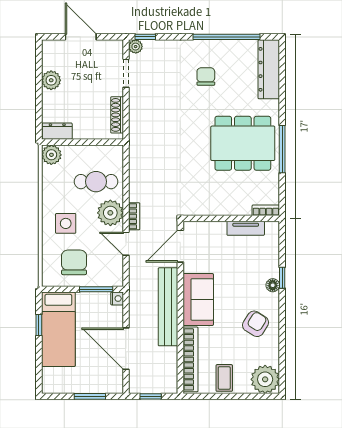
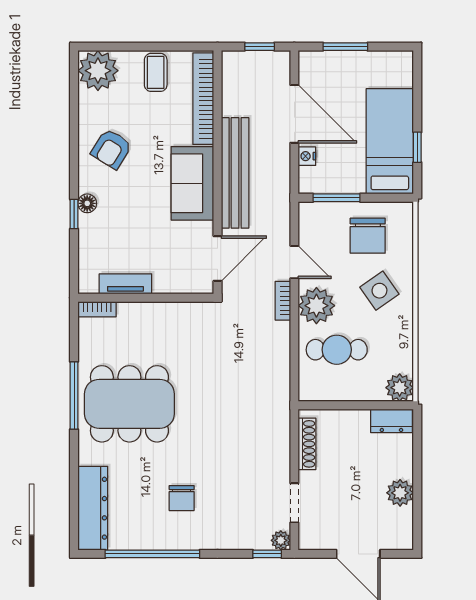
side table: (66, 223) -> (379, 291), turned -35
nightstand: (117, 299) -> (307, 156), moved

